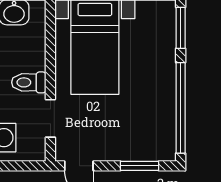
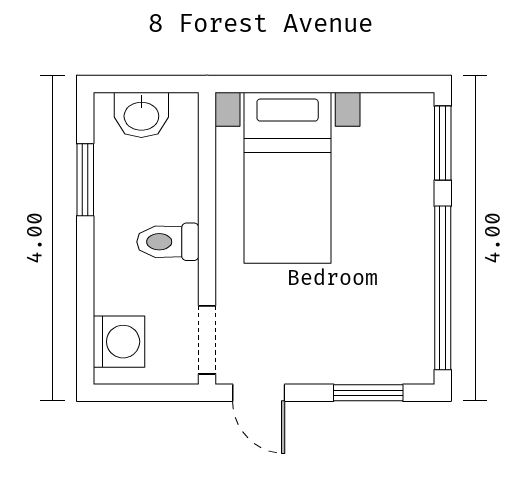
doorway: (50, 118) -> (207, 340), moved

